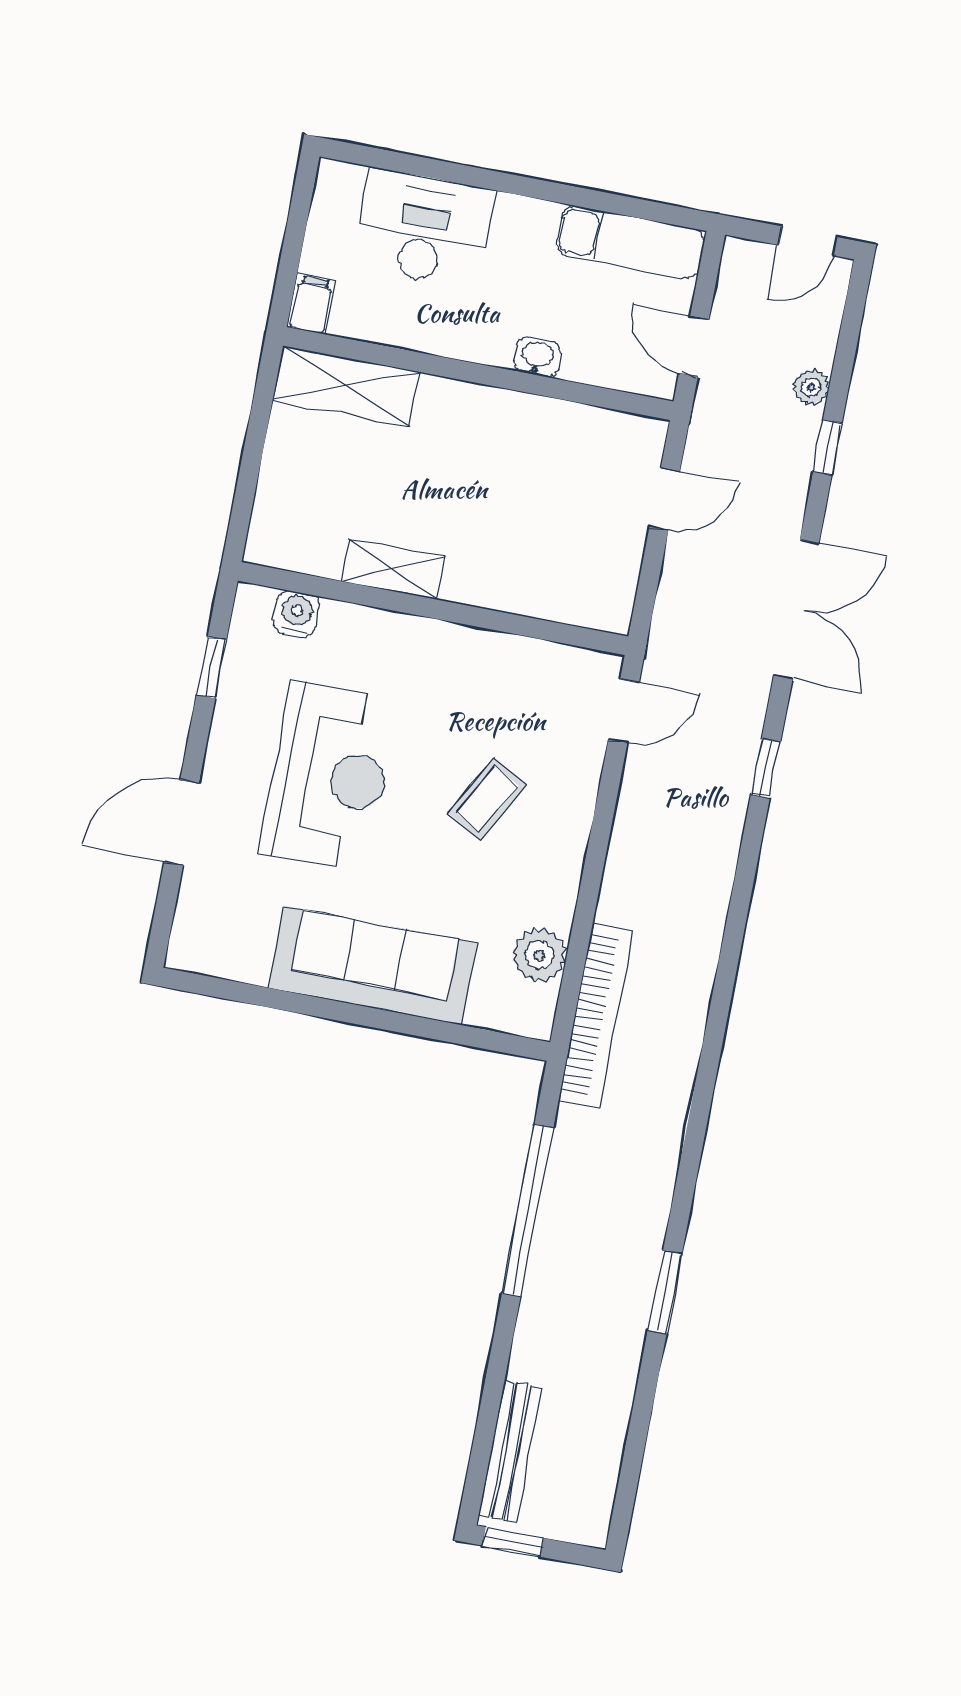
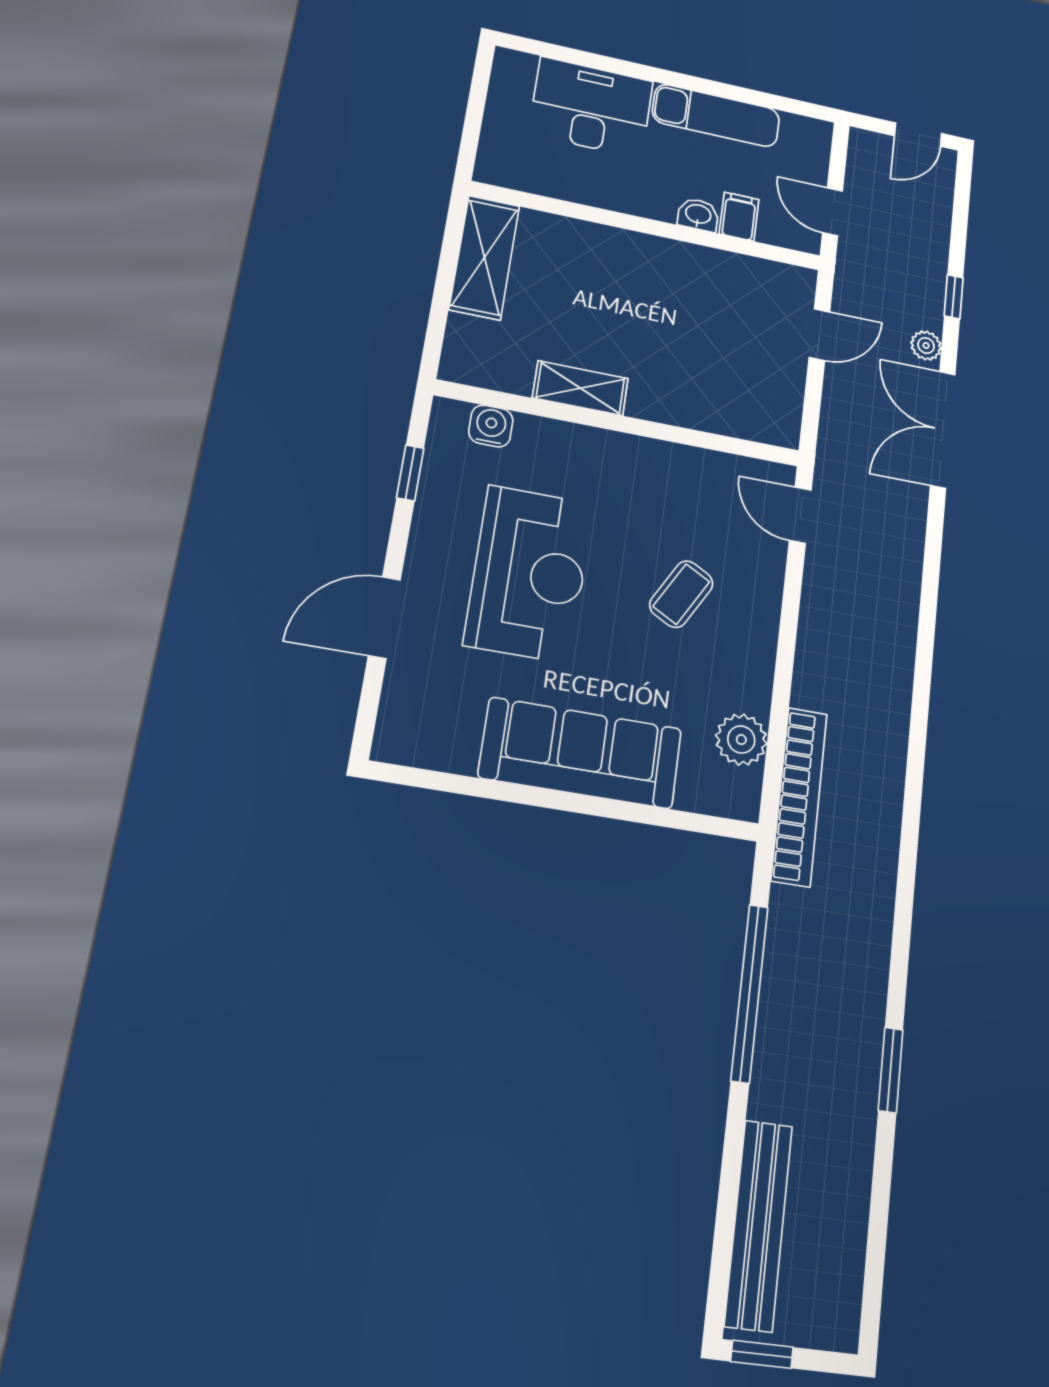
exam couch: (630, 242) -> (716, 116), moved
filing cabinet: (311, 305) -> (739, 217), moved
shelving: (346, 386) -> (484, 257), moved, turned 90
plant: (811, 387) -> (926, 346), moved
double door: (796, 610) -> (943, 429), swing flipped
door: (624, 711) -> (800, 515), swing flipped
window: (766, 768) -> (932, 566), removed
bench: (510, 1451) -> (759, 1225), width x1.37, depth x1.21

